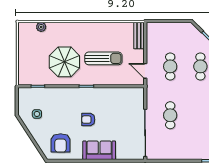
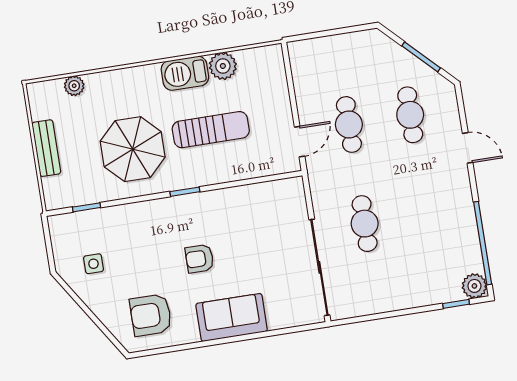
barbecue: (95, 29) -> (185, 73), added
plant: (114, 29) -> (223, 66), added
bench: (139, 35) -> (46, 148), moved
door: (145, 71) -> (300, 142), swing flipped
armchair: (61, 143) -> (151, 315), turned 90

